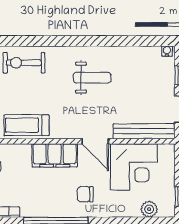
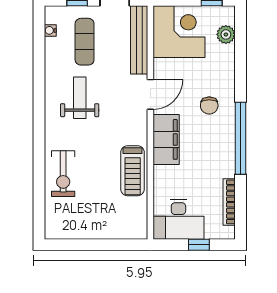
water cooler: (167, 51) -> (50, 30), moved
exercise mat: (143, 82) -> (85, 42), added
corner desk: (134, 167) -> (179, 32), moved

